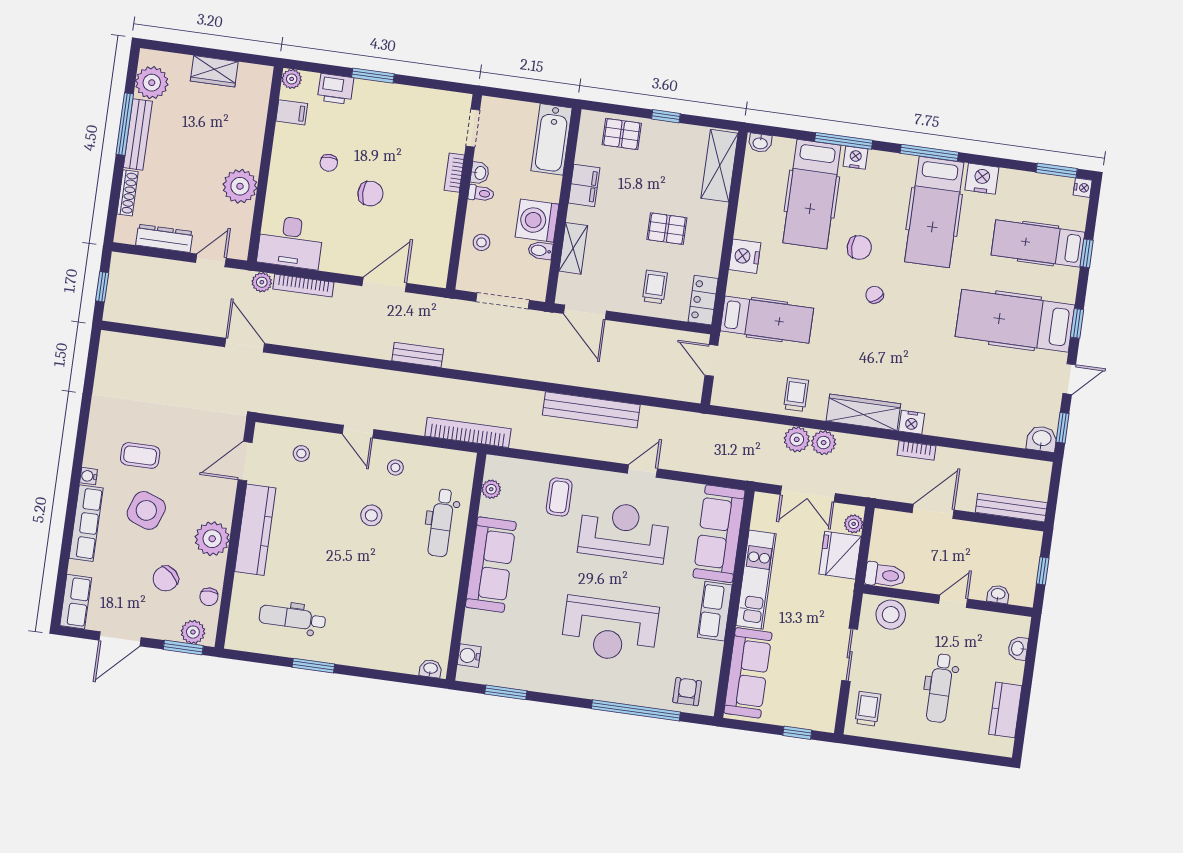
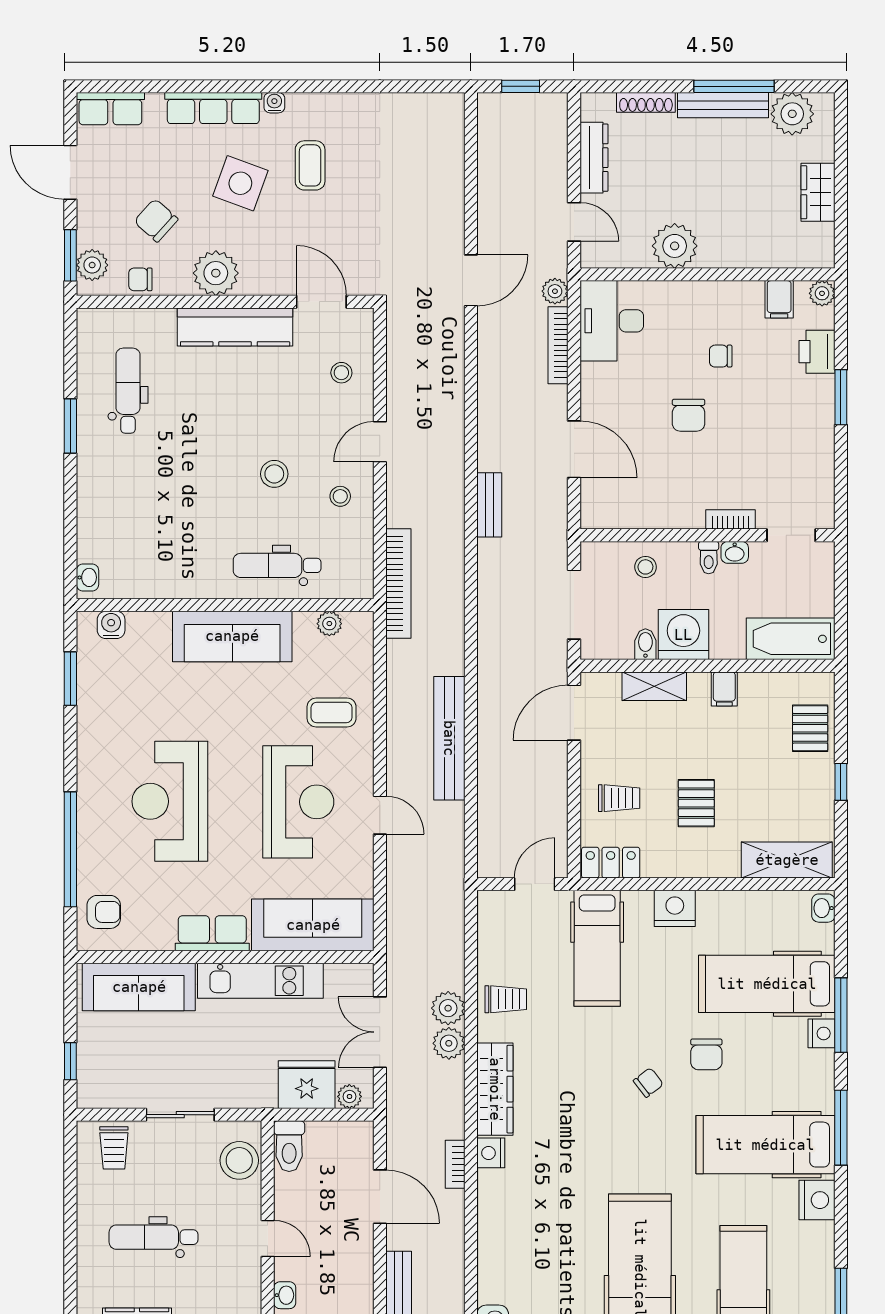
filing cabinet: (584, 185) -> (724, 689), width x0.50
trolley: (868, 709) -> (114, 1148), turned 90

